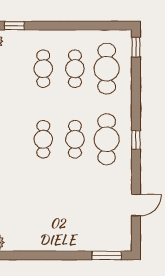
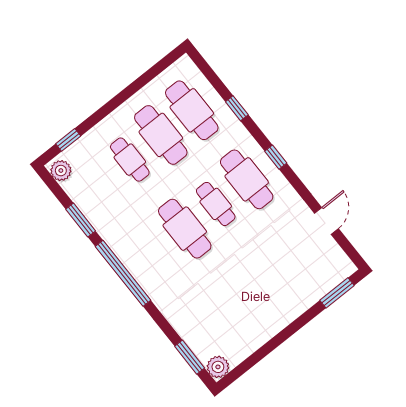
window: (136, 47) -> (237, 108), moved
cafe table: (75, 69) -> (161, 135), width x1.37, depth x1.35
cafe table: (43, 139) -> (185, 229), width x1.37, depth x1.35

